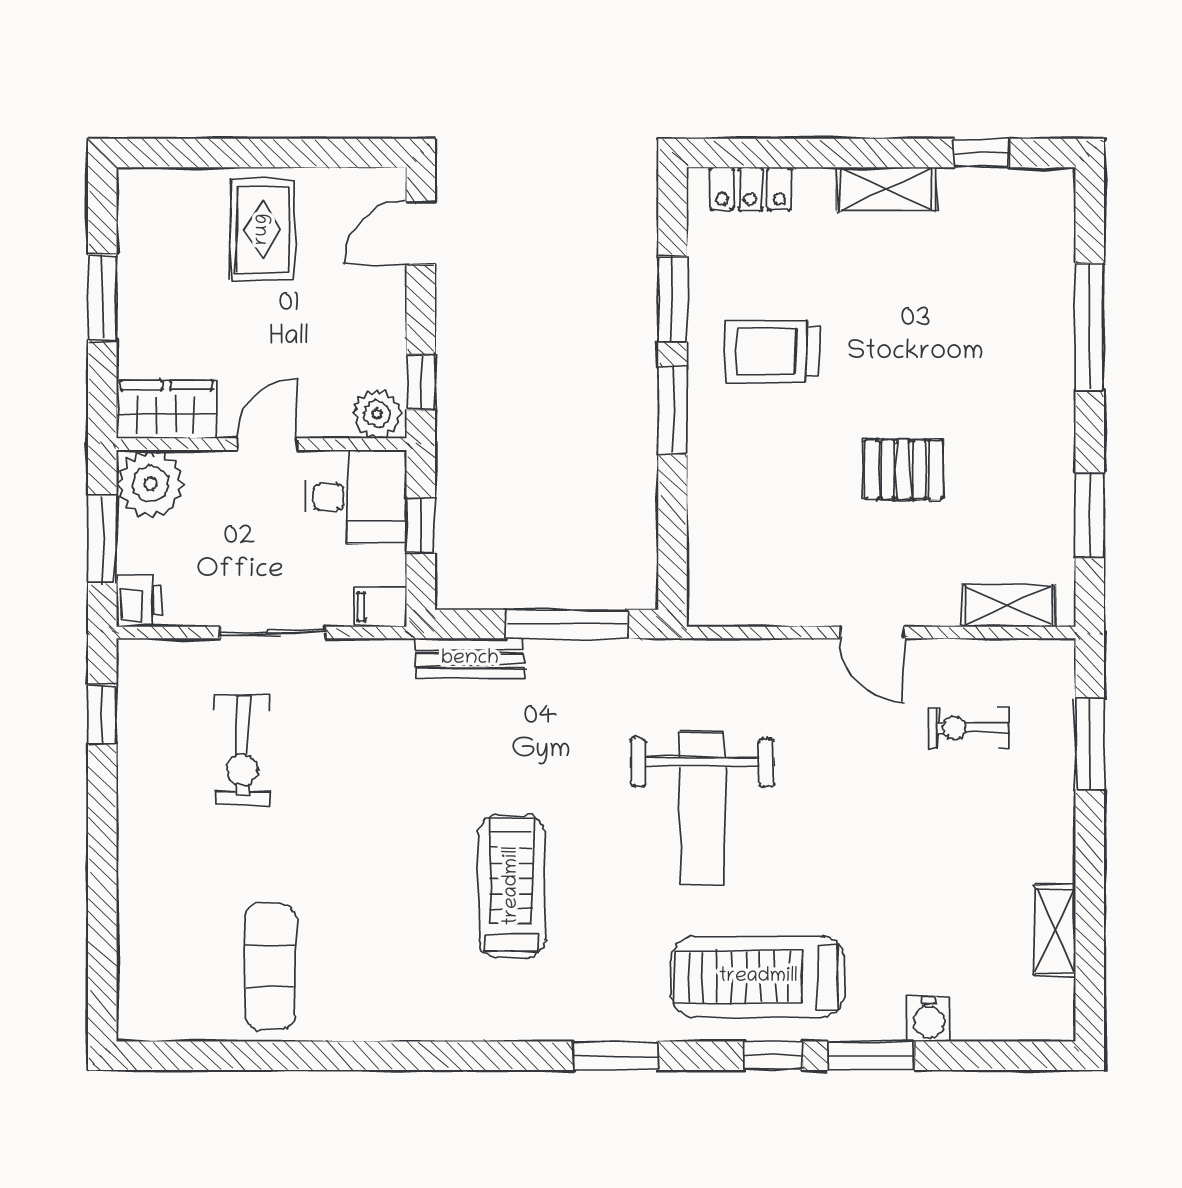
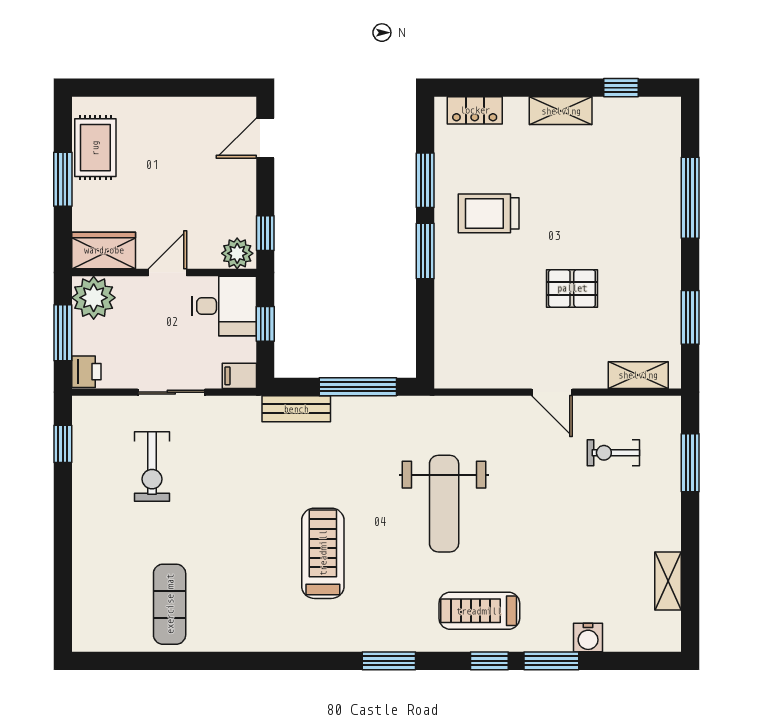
rug: (262, 229) -> (95, 148), moved
treadmill: (758, 977) -> (479, 611), width x0.73, depth x0.73

